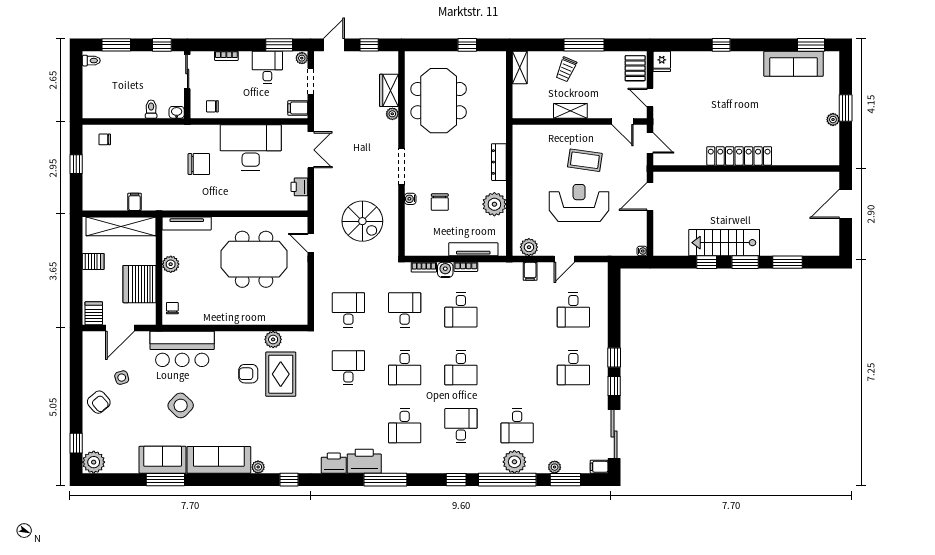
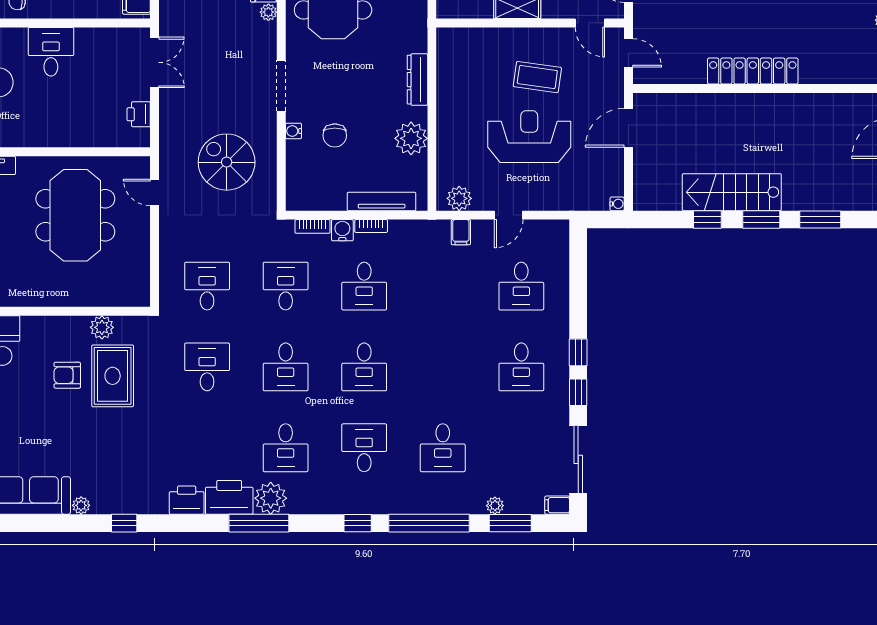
desk: (251, 147) -> (51, 52), width x0.53, depth x0.77
spiral stairs: (362, 221) -> (227, 162), turned 180
meeting table: (254, 259) -> (75, 215), turned 90
plant: (514, 462) -> (271, 498), moved

